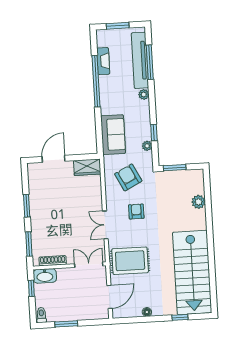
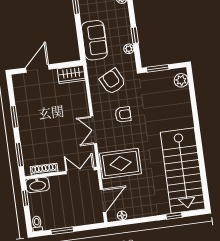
plant: (199, 202) -> (181, 80), moved
armchair: (136, 212) -> (123, 114), turned 90
floor lamp: (147, 312) -> (122, 215), moved

